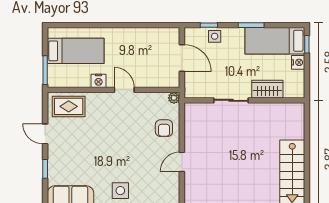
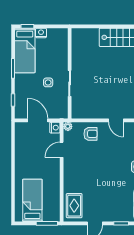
side table: (215, 36) -> (48, 82), moved
door: (182, 58) -> (38, 120), hinge flipped
nightstand: (99, 81) -> (55, 128), moved
wardrobe: (267, 89) -> (61, 56), removed
door: (124, 90) -> (62, 150), moved

